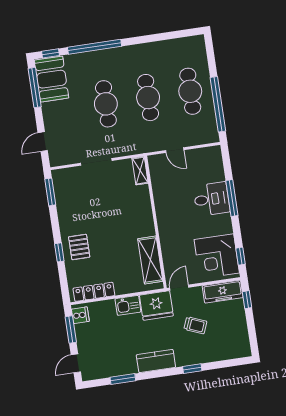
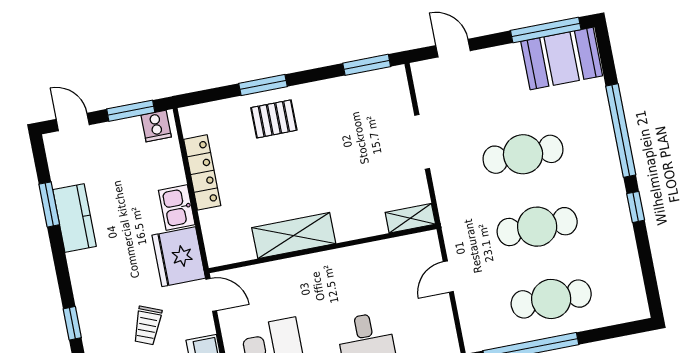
window: (50, 53) -> (636, 207), moved
window: (59, 252) -> (263, 85), width x1.50
shelving: (150, 260) -> (294, 236), moved
locker: (94, 292) -> (202, 172), moved
kitchen counter: (156, 361) -> (75, 218), moved

